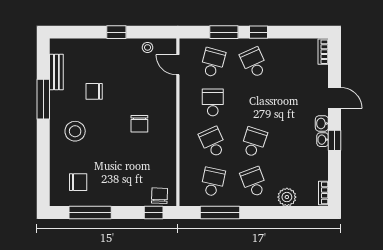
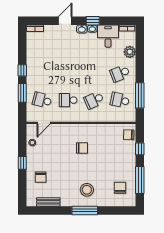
school desk: (254, 63) -> (42, 73), removed
chair: (94, 91) -> (41, 177), moved
window: (43, 99) -> (85, 211), moved
school desk: (254, 142) -> (94, 73), removed
desk: (311, 164) -> (108, 36), added
window: (154, 213) -> (140, 149), moved

